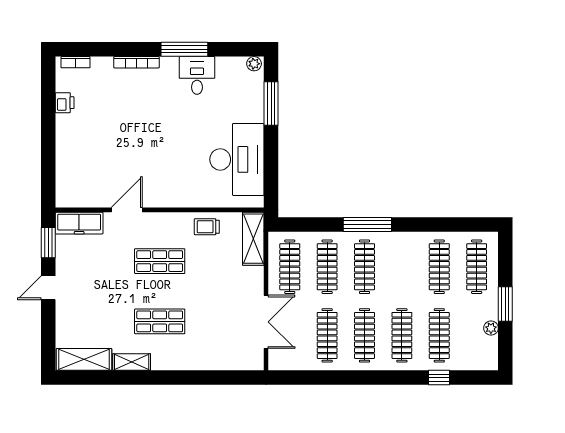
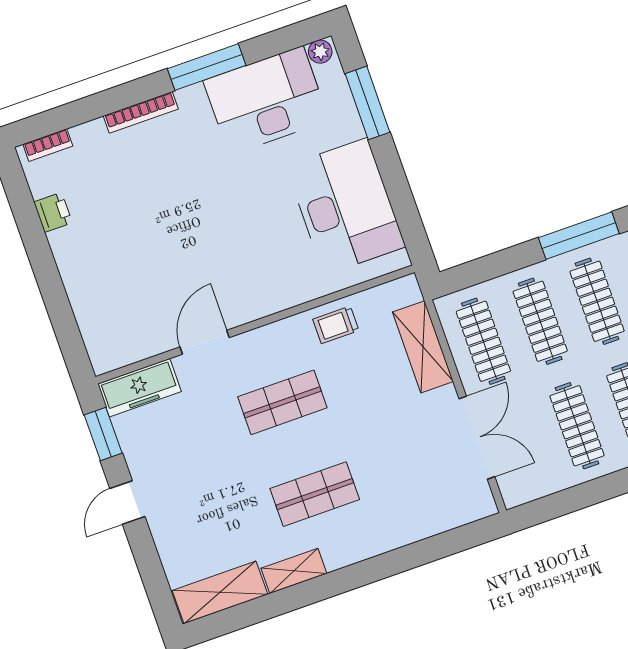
desk: (197, 75) -> (266, 100), width x1.87, depth x1.30
shelving: (253, 239) -> (423, 347), moved

